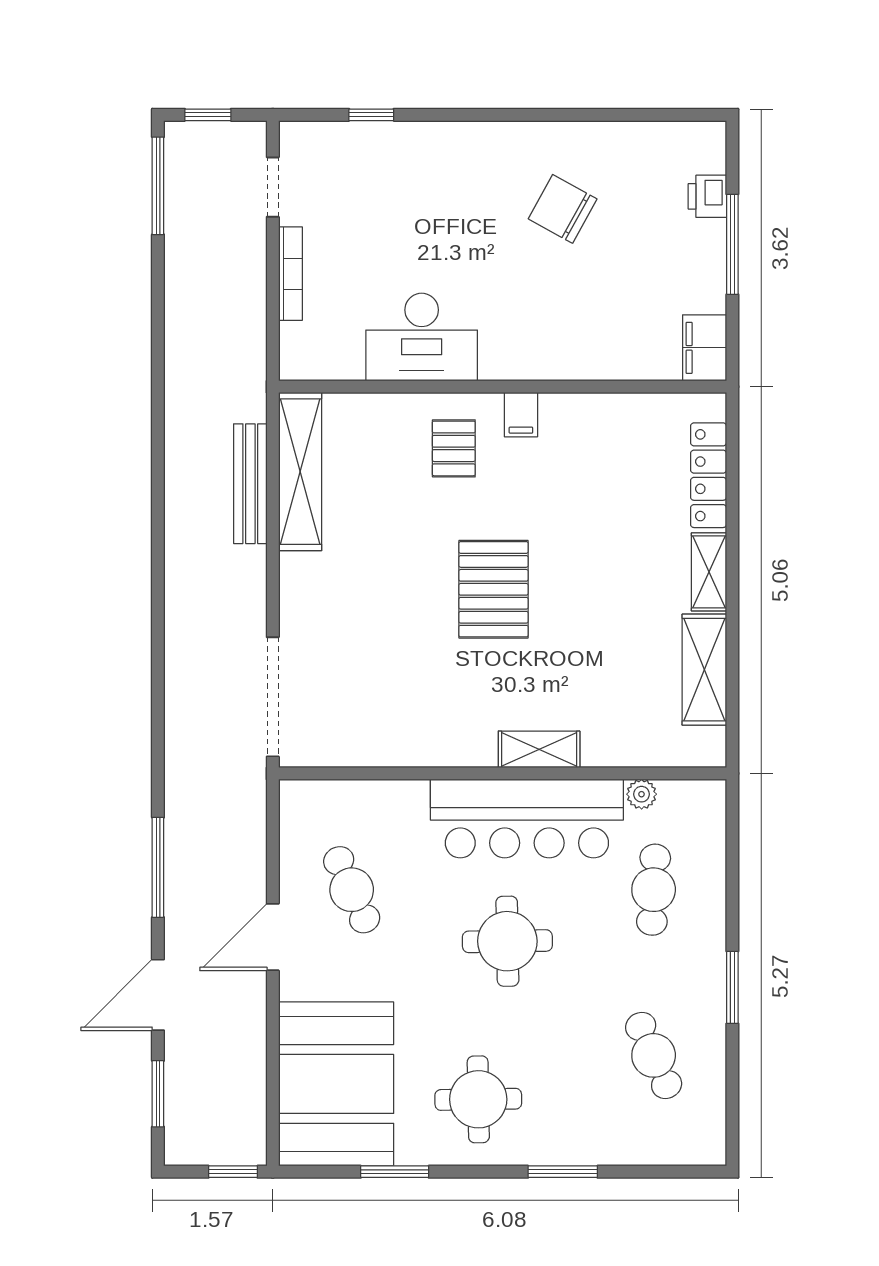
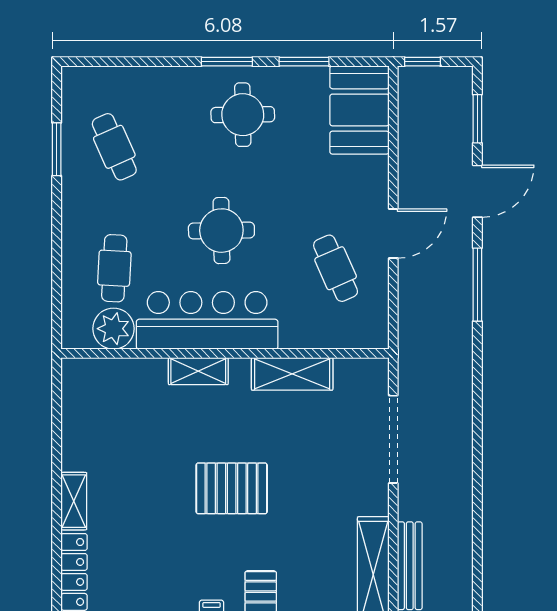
pallet: (493, 589) -> (232, 488), turned 90
shelving: (704, 670) -> (292, 374), moved, turned 90
doorway: (273, 697) -> (393, 439), moved
plant: (642, 794) -> (114, 329), width x1.88, depth x1.88
window: (732, 987) -> (57, 149), moved
booth: (336, 1084) -> (359, 110), width x0.73, depth x0.70
window: (563, 1172) -> (227, 62), moved

